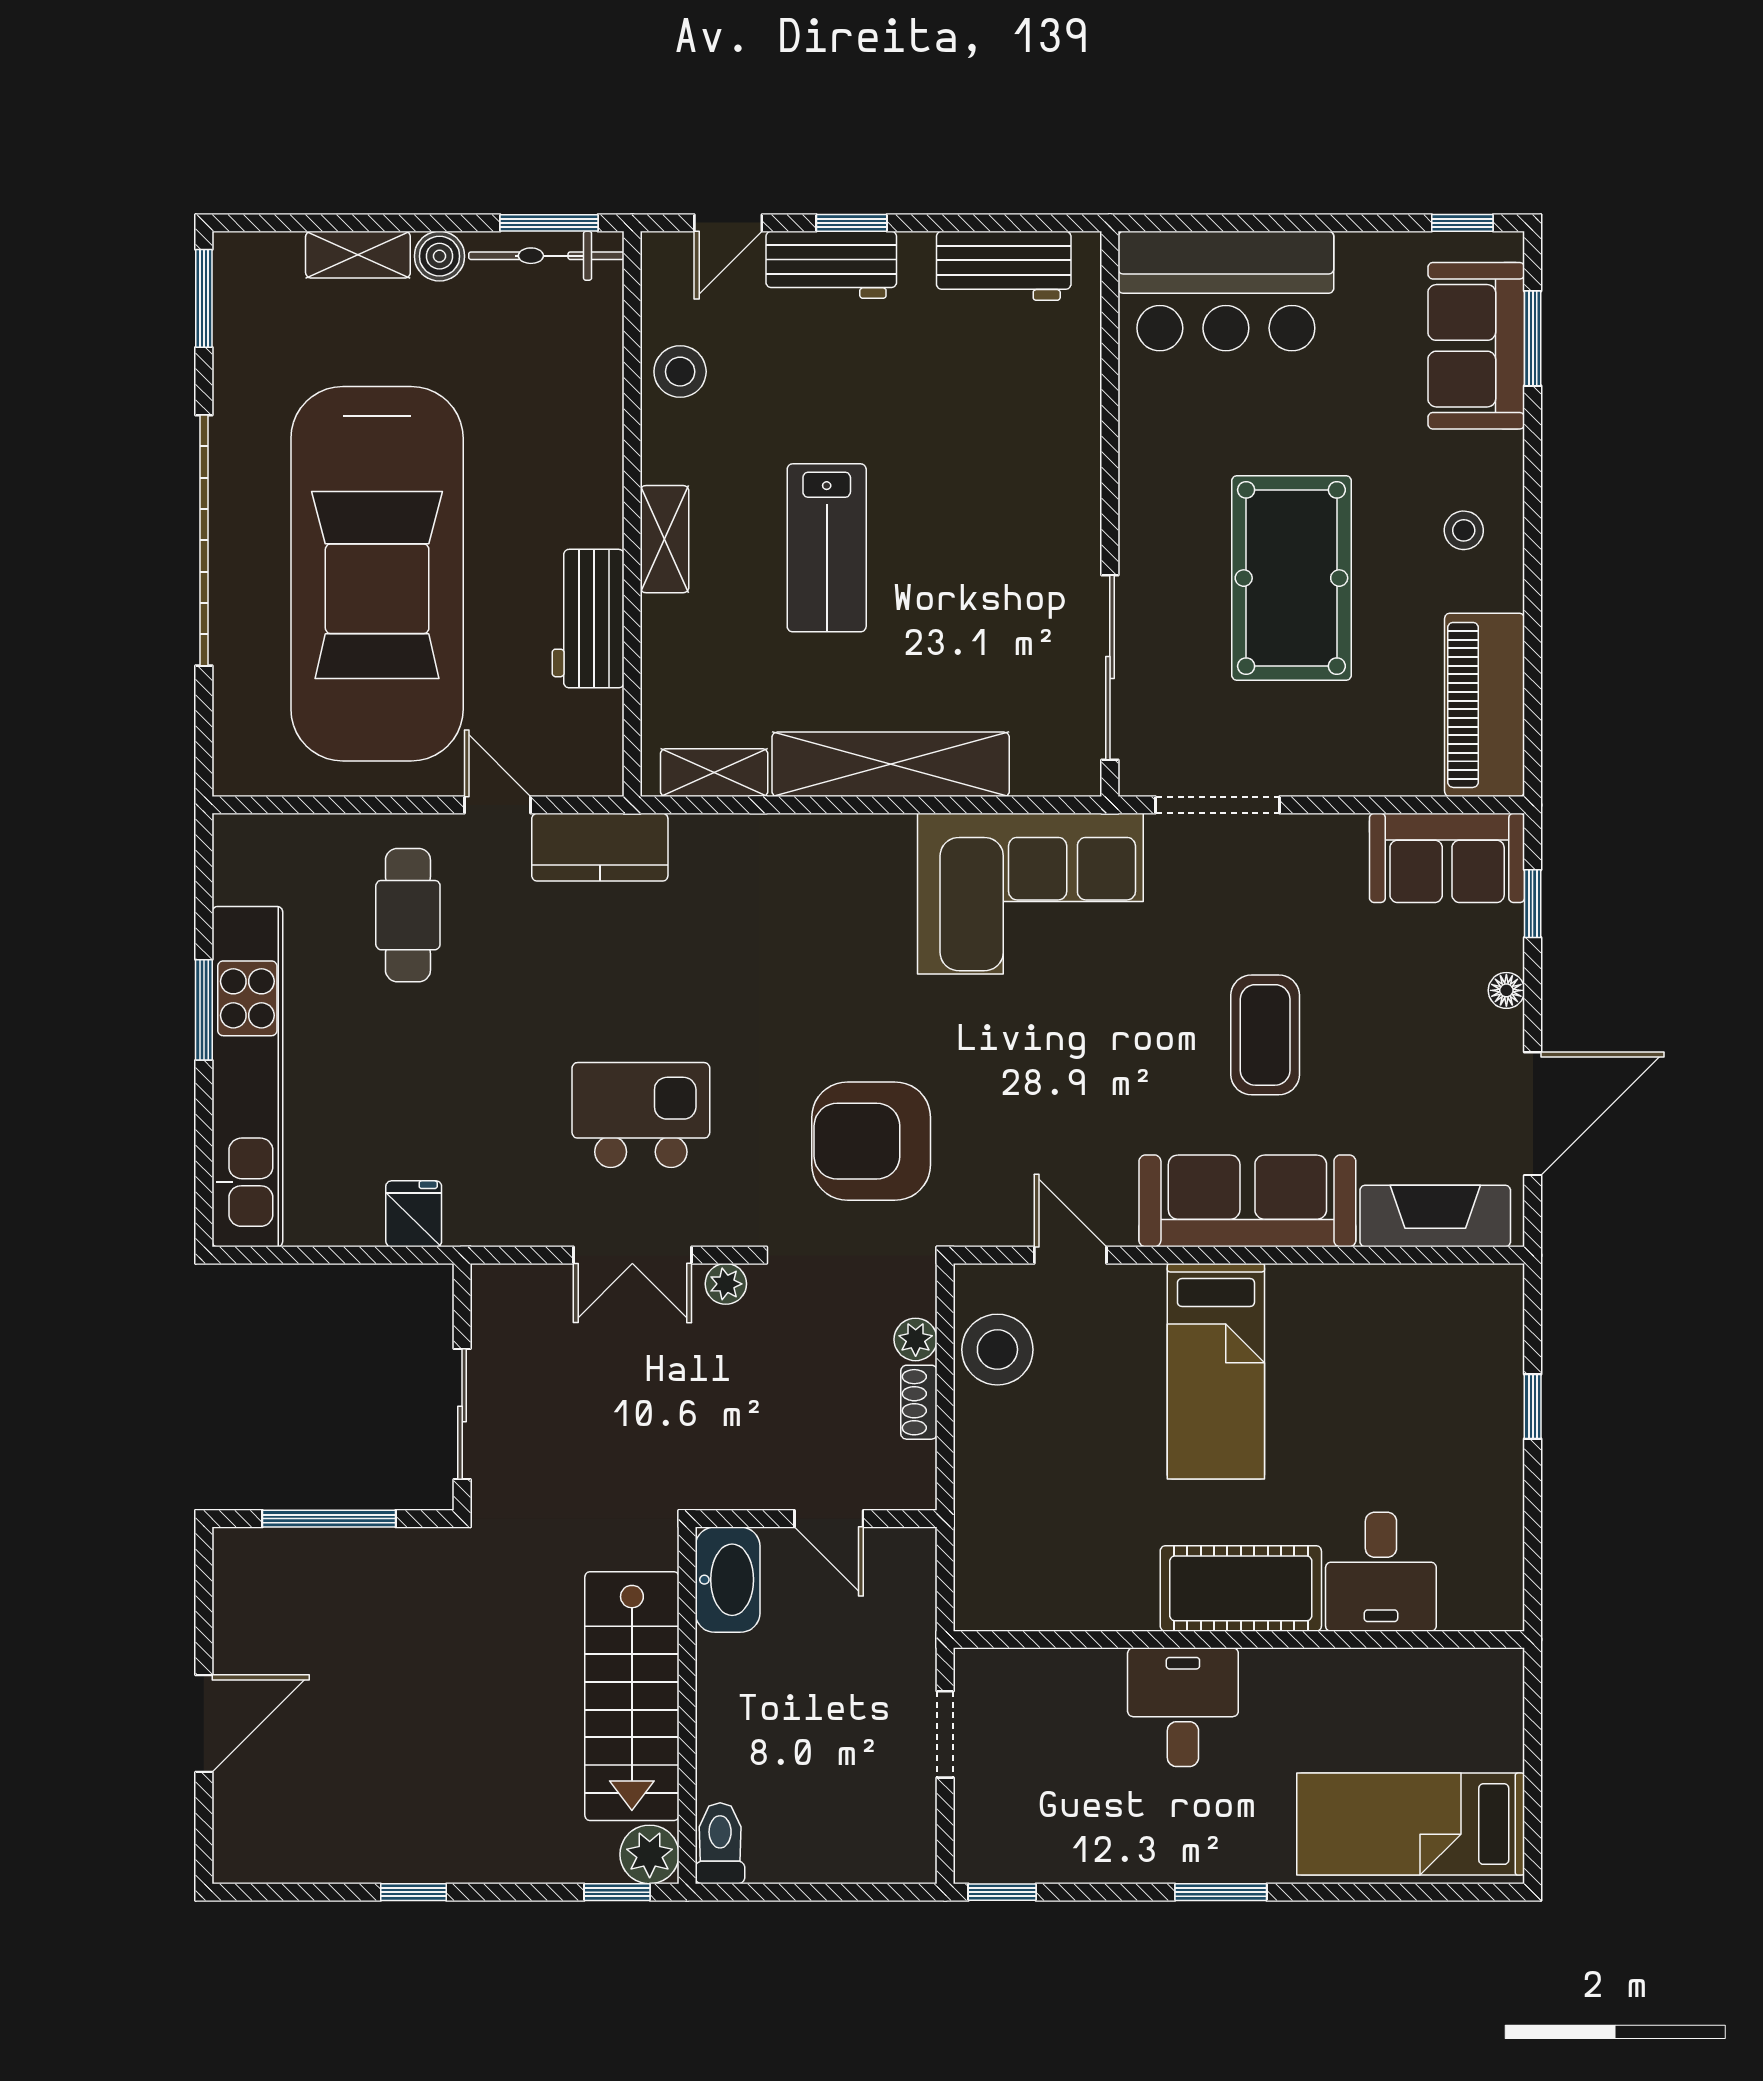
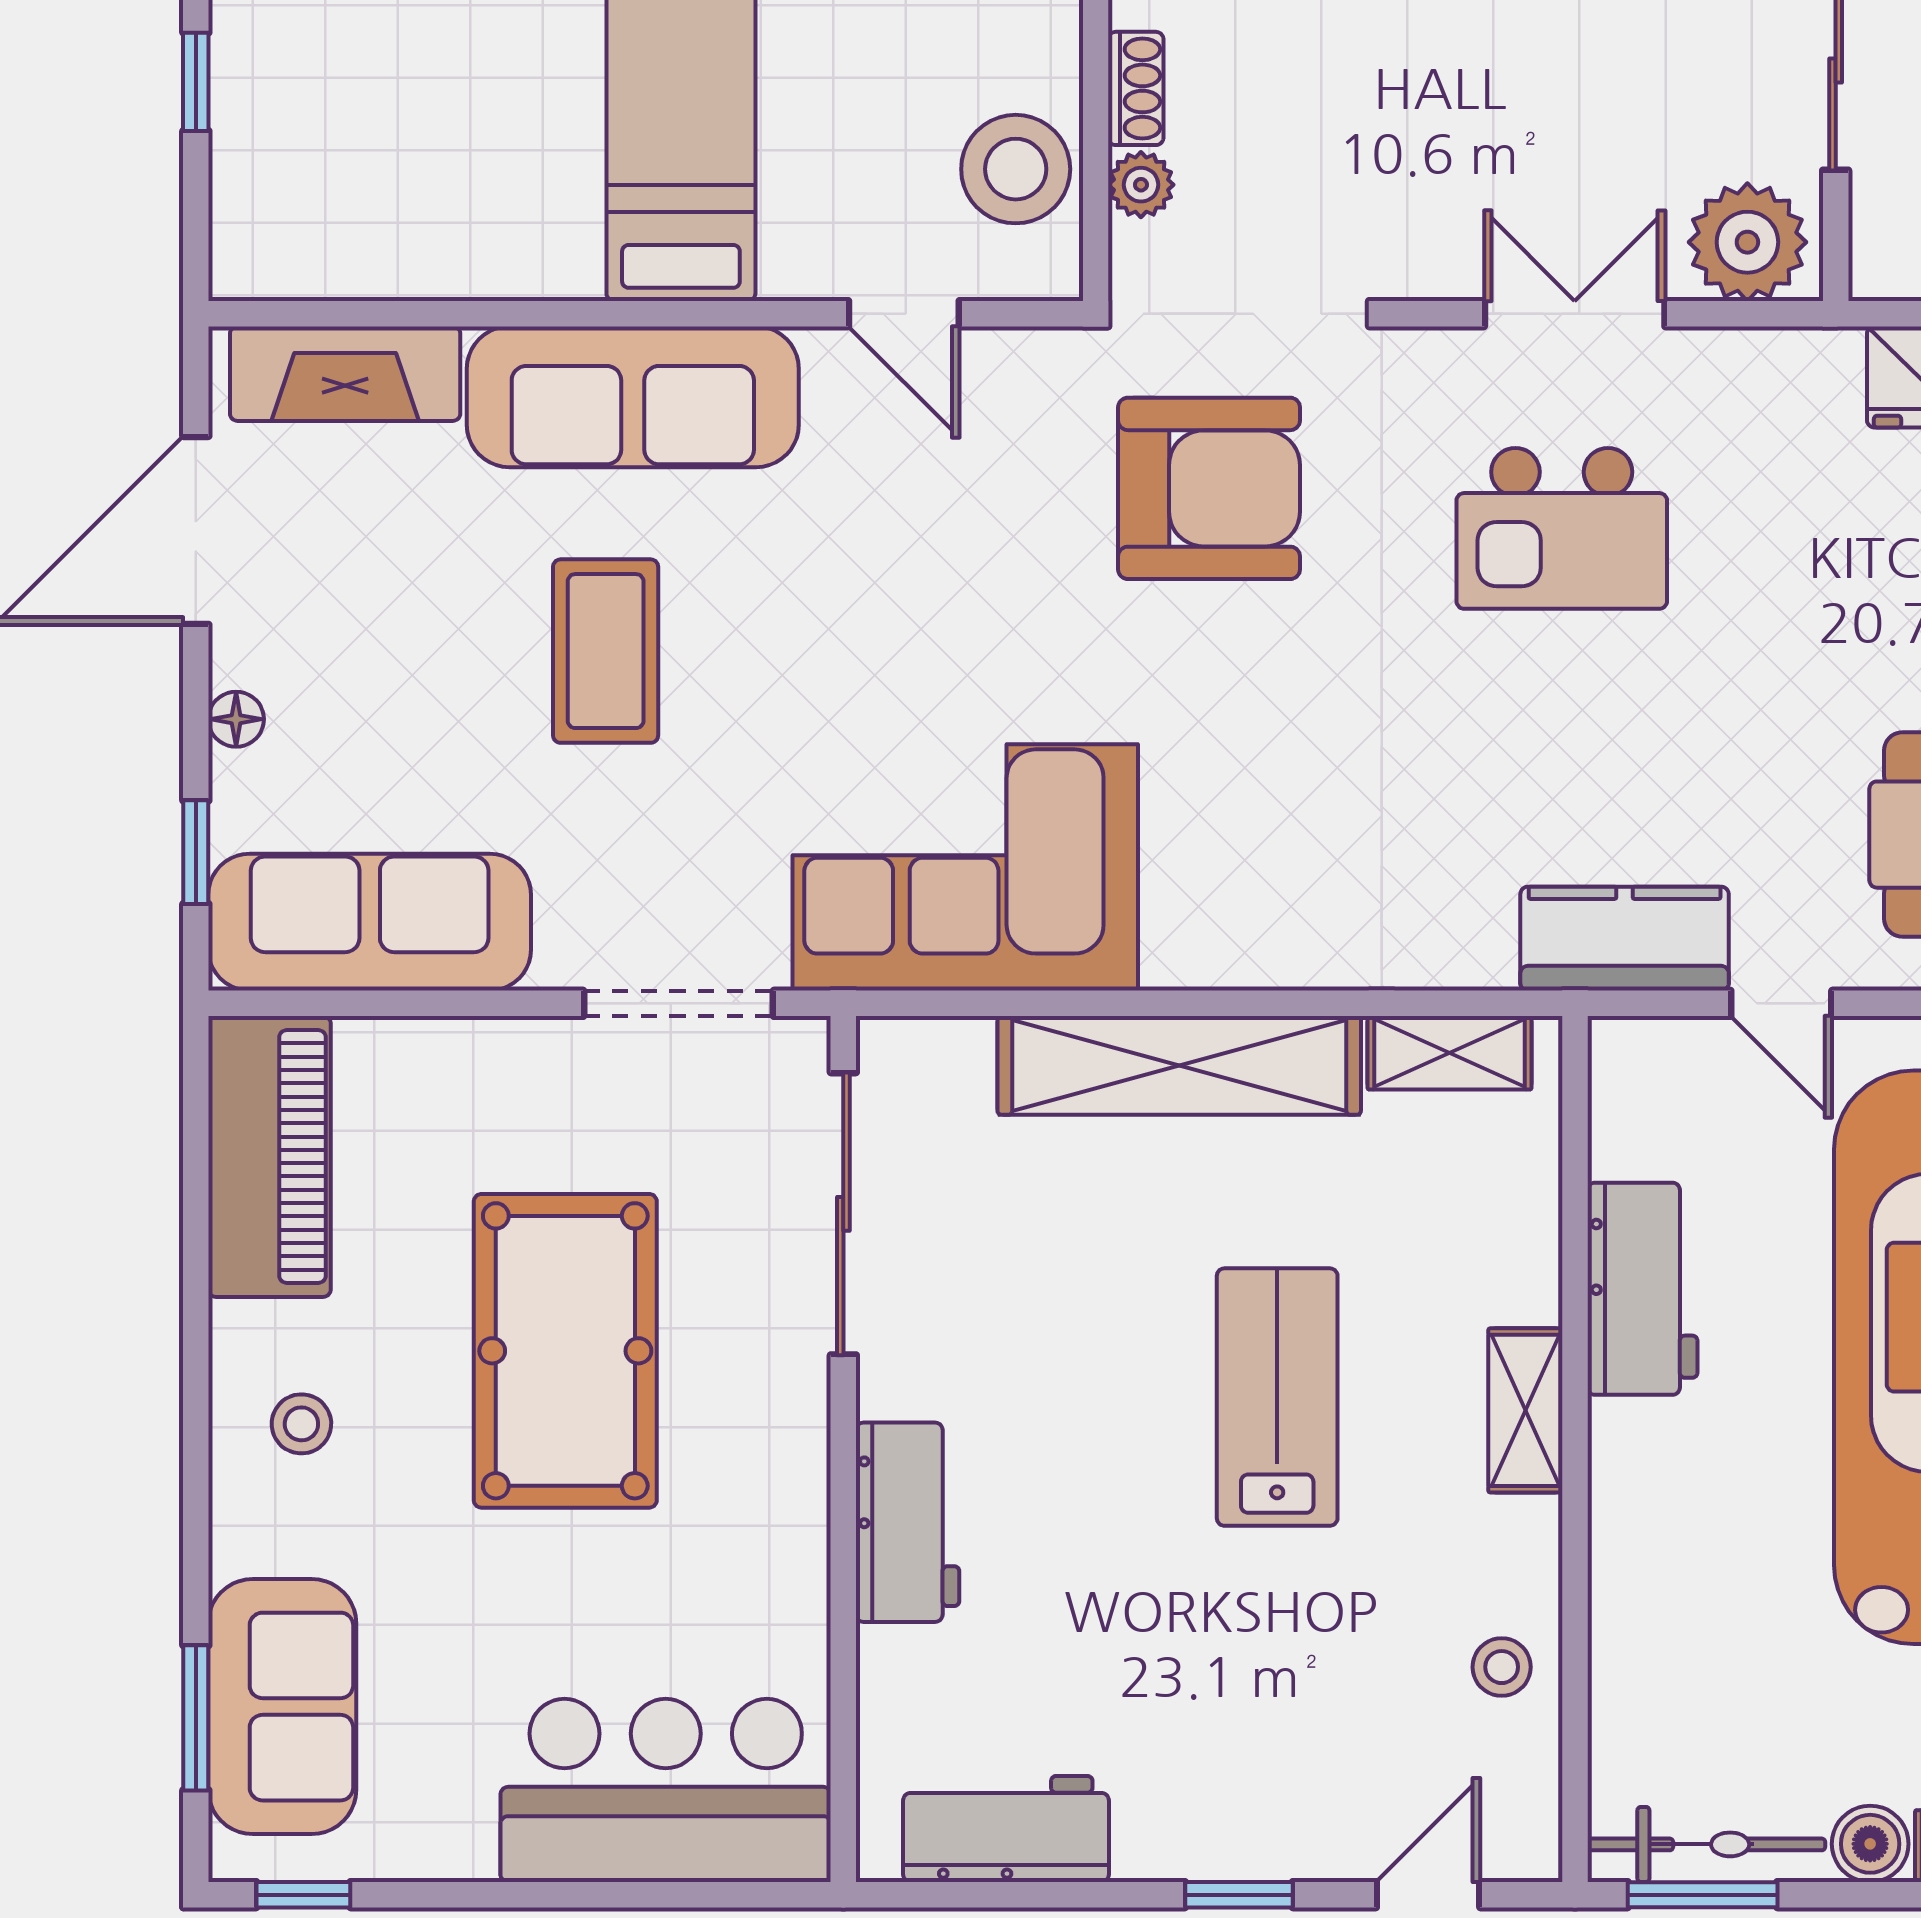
workbench: (831, 265) -> (908, 1522), moved, turned 90
stool: (680, 372) -> (1502, 1667), width x0.73, depth x0.73
sofa: (1447, 858) -> (370, 922), width x1.36
plant: (726, 1284) -> (1747, 242), moved, width x1.87, depth x1.87

